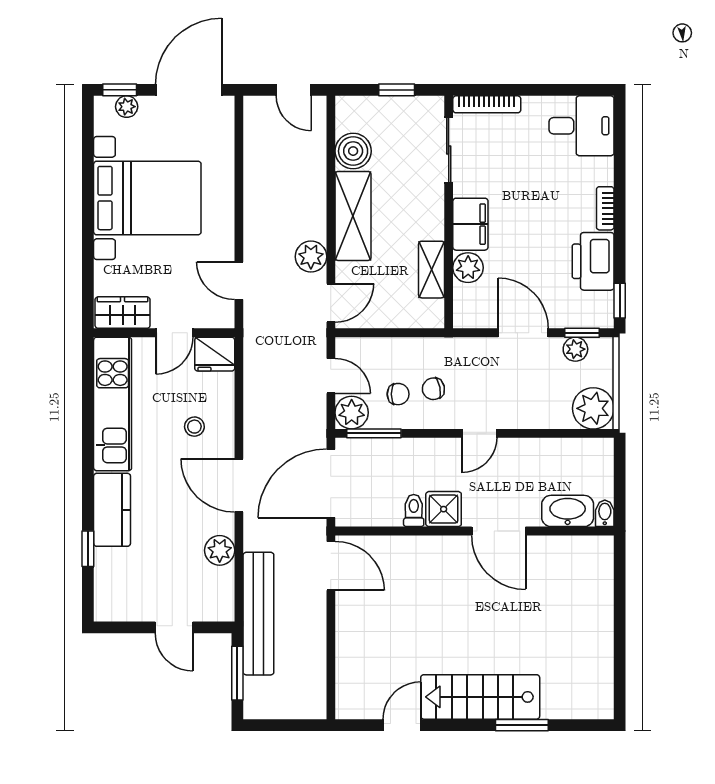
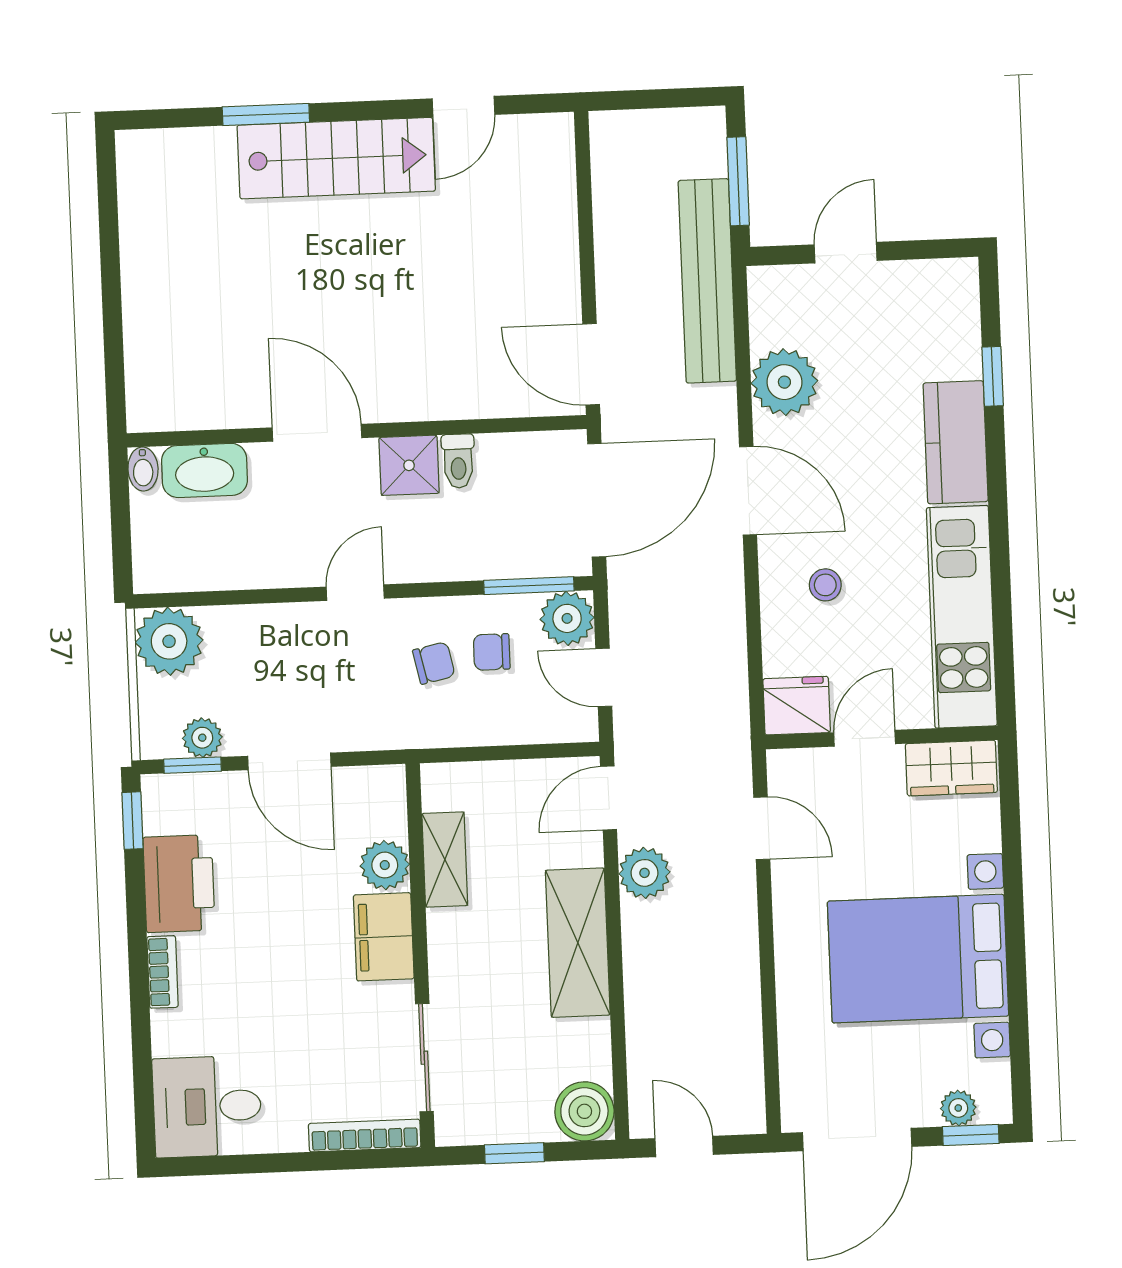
boiler: (353, 151) -> (584, 1111), moved
plant: (220, 550) -> (784, 382), width x1.36, depth x1.36
door: (174, 627) -> (846, 253), hinge flipped

